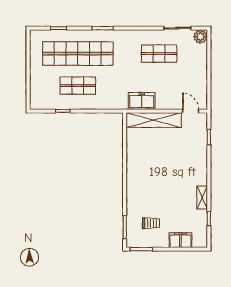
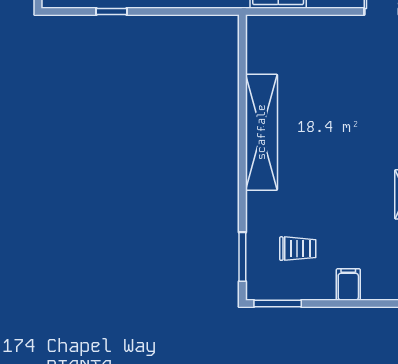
shelving: (154, 120) -> (261, 132), moved, turned 90
filing cabinet: (180, 240) -> (348, 284), width x0.50

